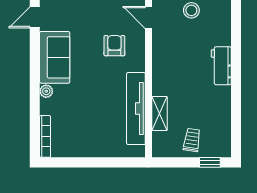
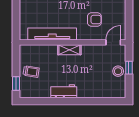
workbench: (221, 66) -> (64, 91), moved
shelving: (160, 113) -> (69, 50), moved

